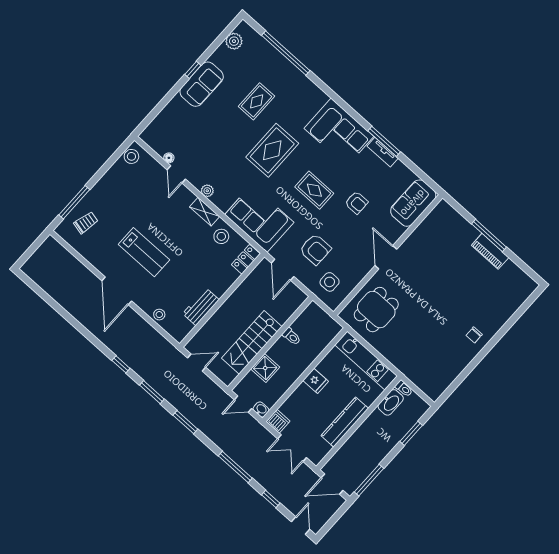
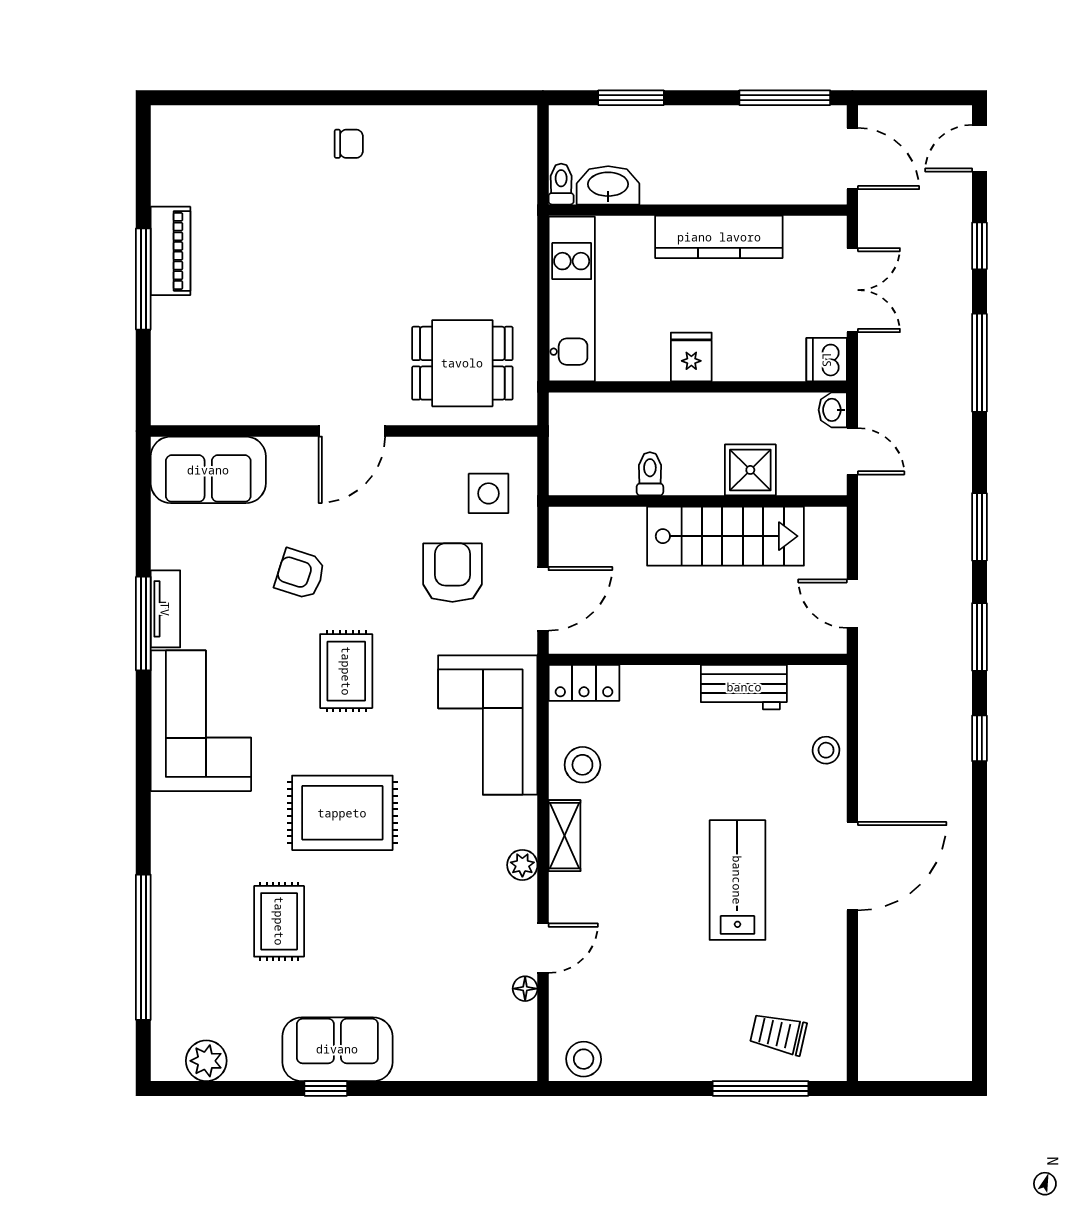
rug: (257, 101) -> (279, 921), turned 90
armchair: (356, 203) -> (300, 574), turned -72

